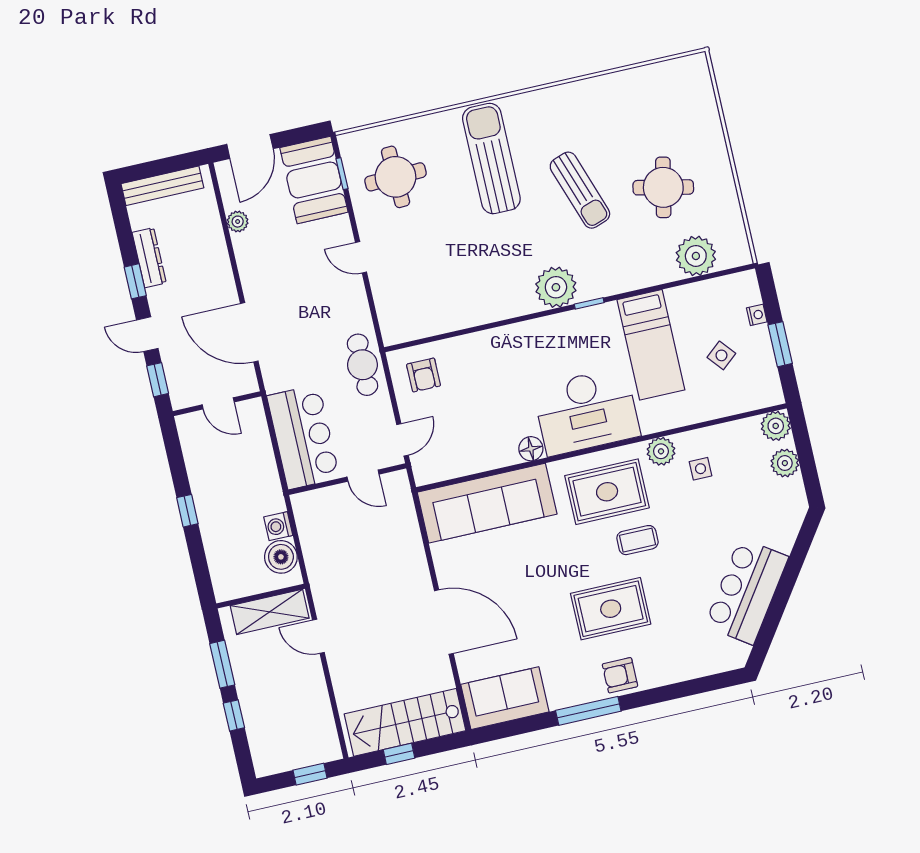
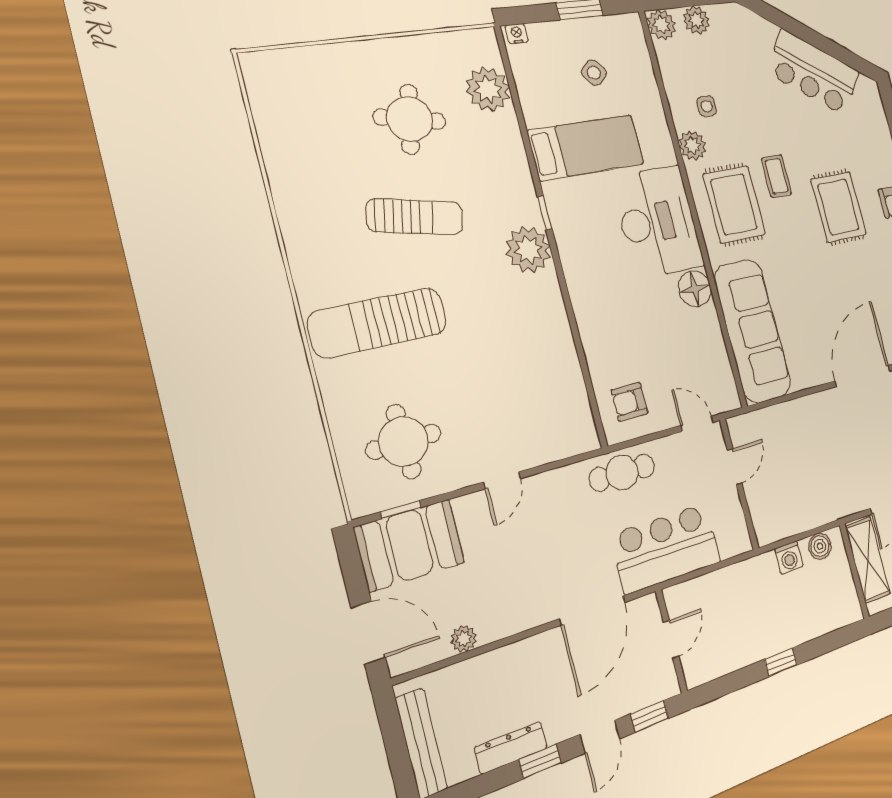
sun lounger: (580, 190) -> (415, 217), turned 31
nightstand: (757, 315) -> (517, 34), moved
armchair: (424, 375) -> (629, 402), turned 180
bar counter: (303, 437) -> (666, 548), moved
floor lamp: (531, 449) -> (695, 289), width x1.38, depth x1.38
boiler: (281, 557) -> (820, 546), width x0.73, depth x0.73

